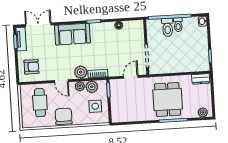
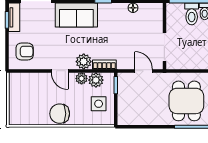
door: (131, 77) -> (144, 71), hinge flipped
cafe table: (40, 103) -> (32, 95), removed
chair: (64, 116) -> (60, 114), turned -90

